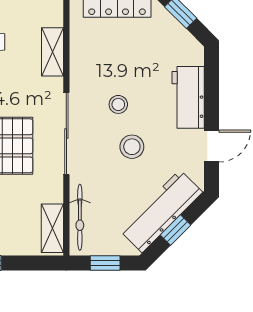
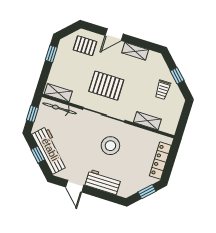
stool: (118, 104) -> (110, 146), width x1.89, depth x1.89
stool: (132, 147) -> (87, 146), removed

